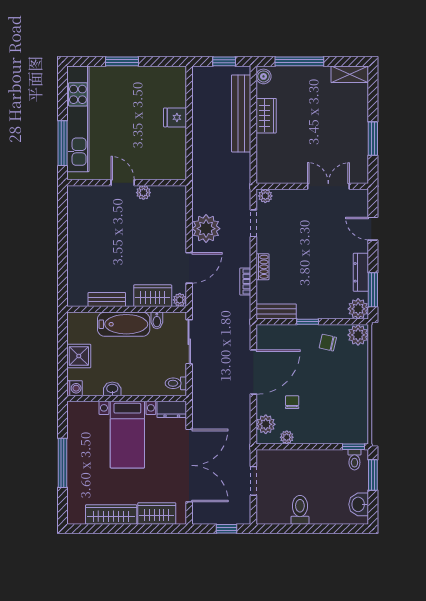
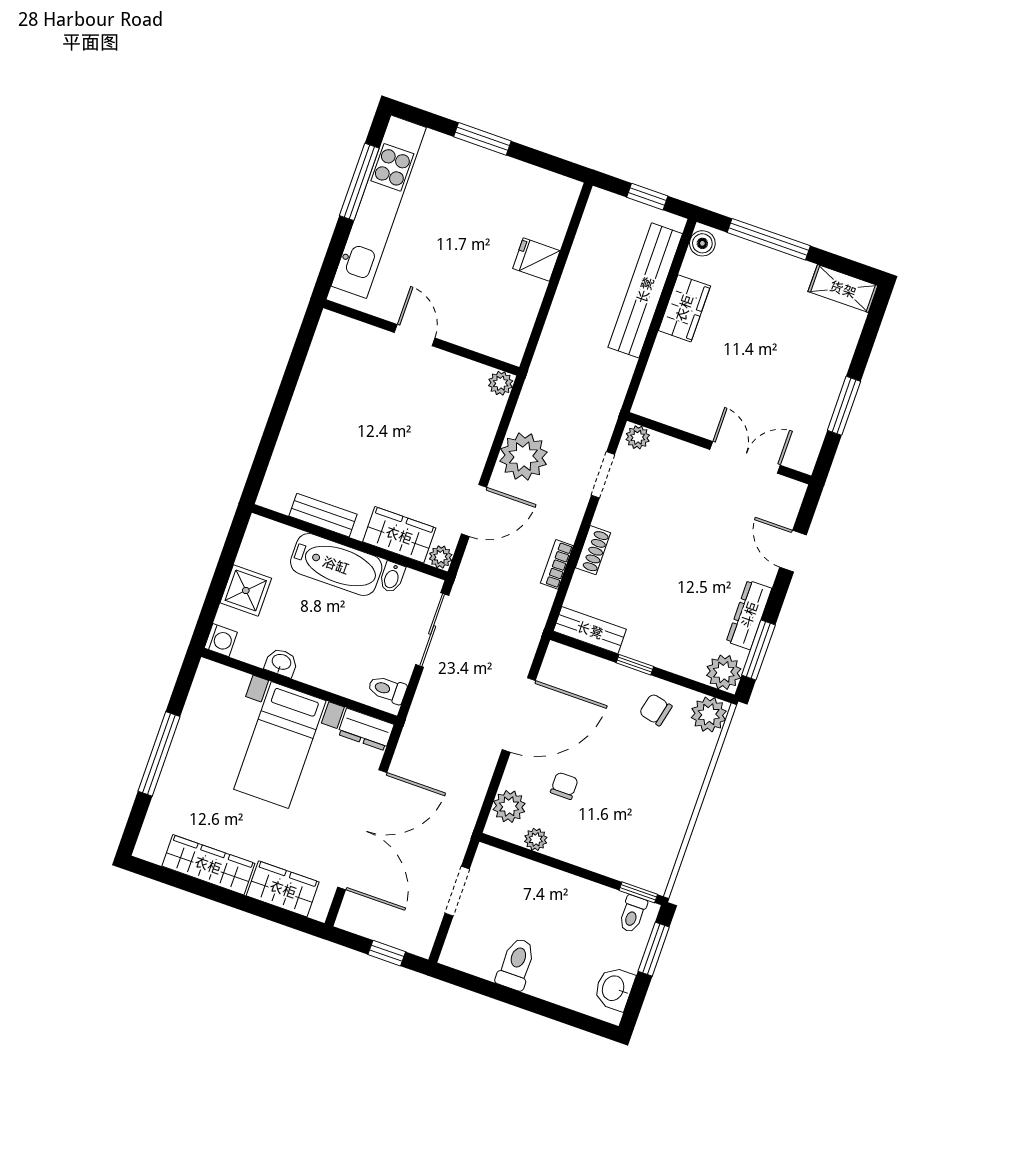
window: (62, 143) -> (359, 182), moved
plant: (143, 193) -> (501, 383), moved

